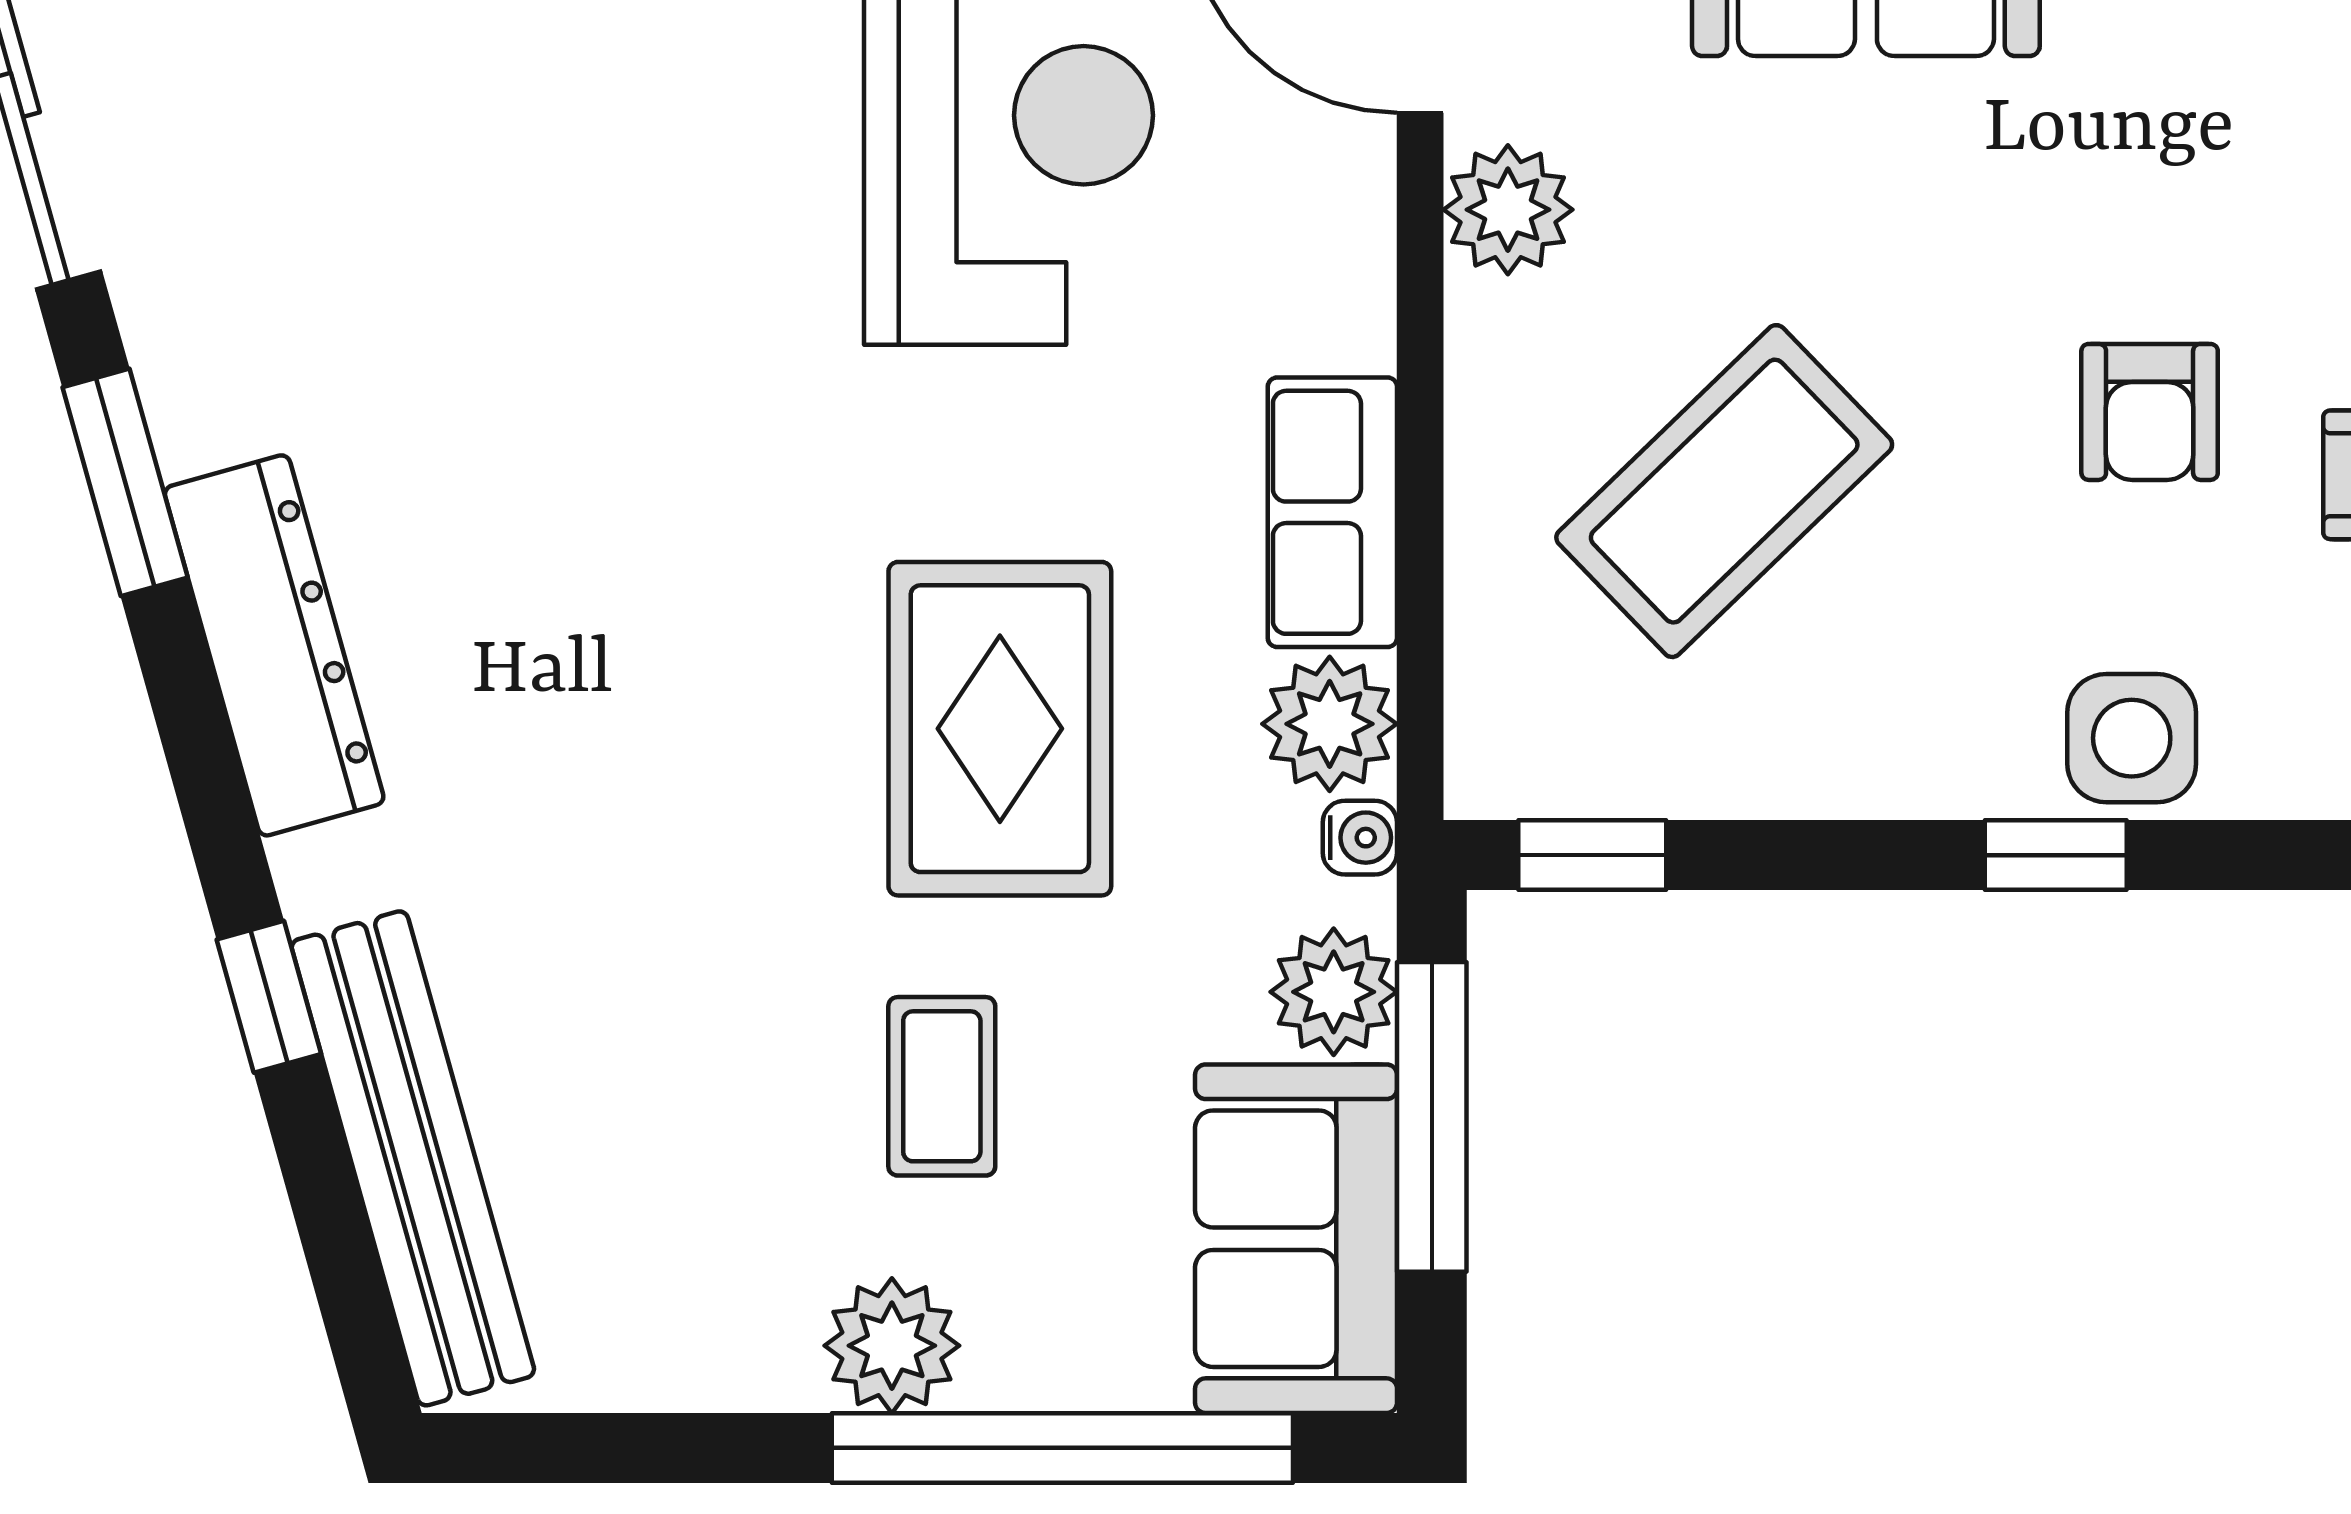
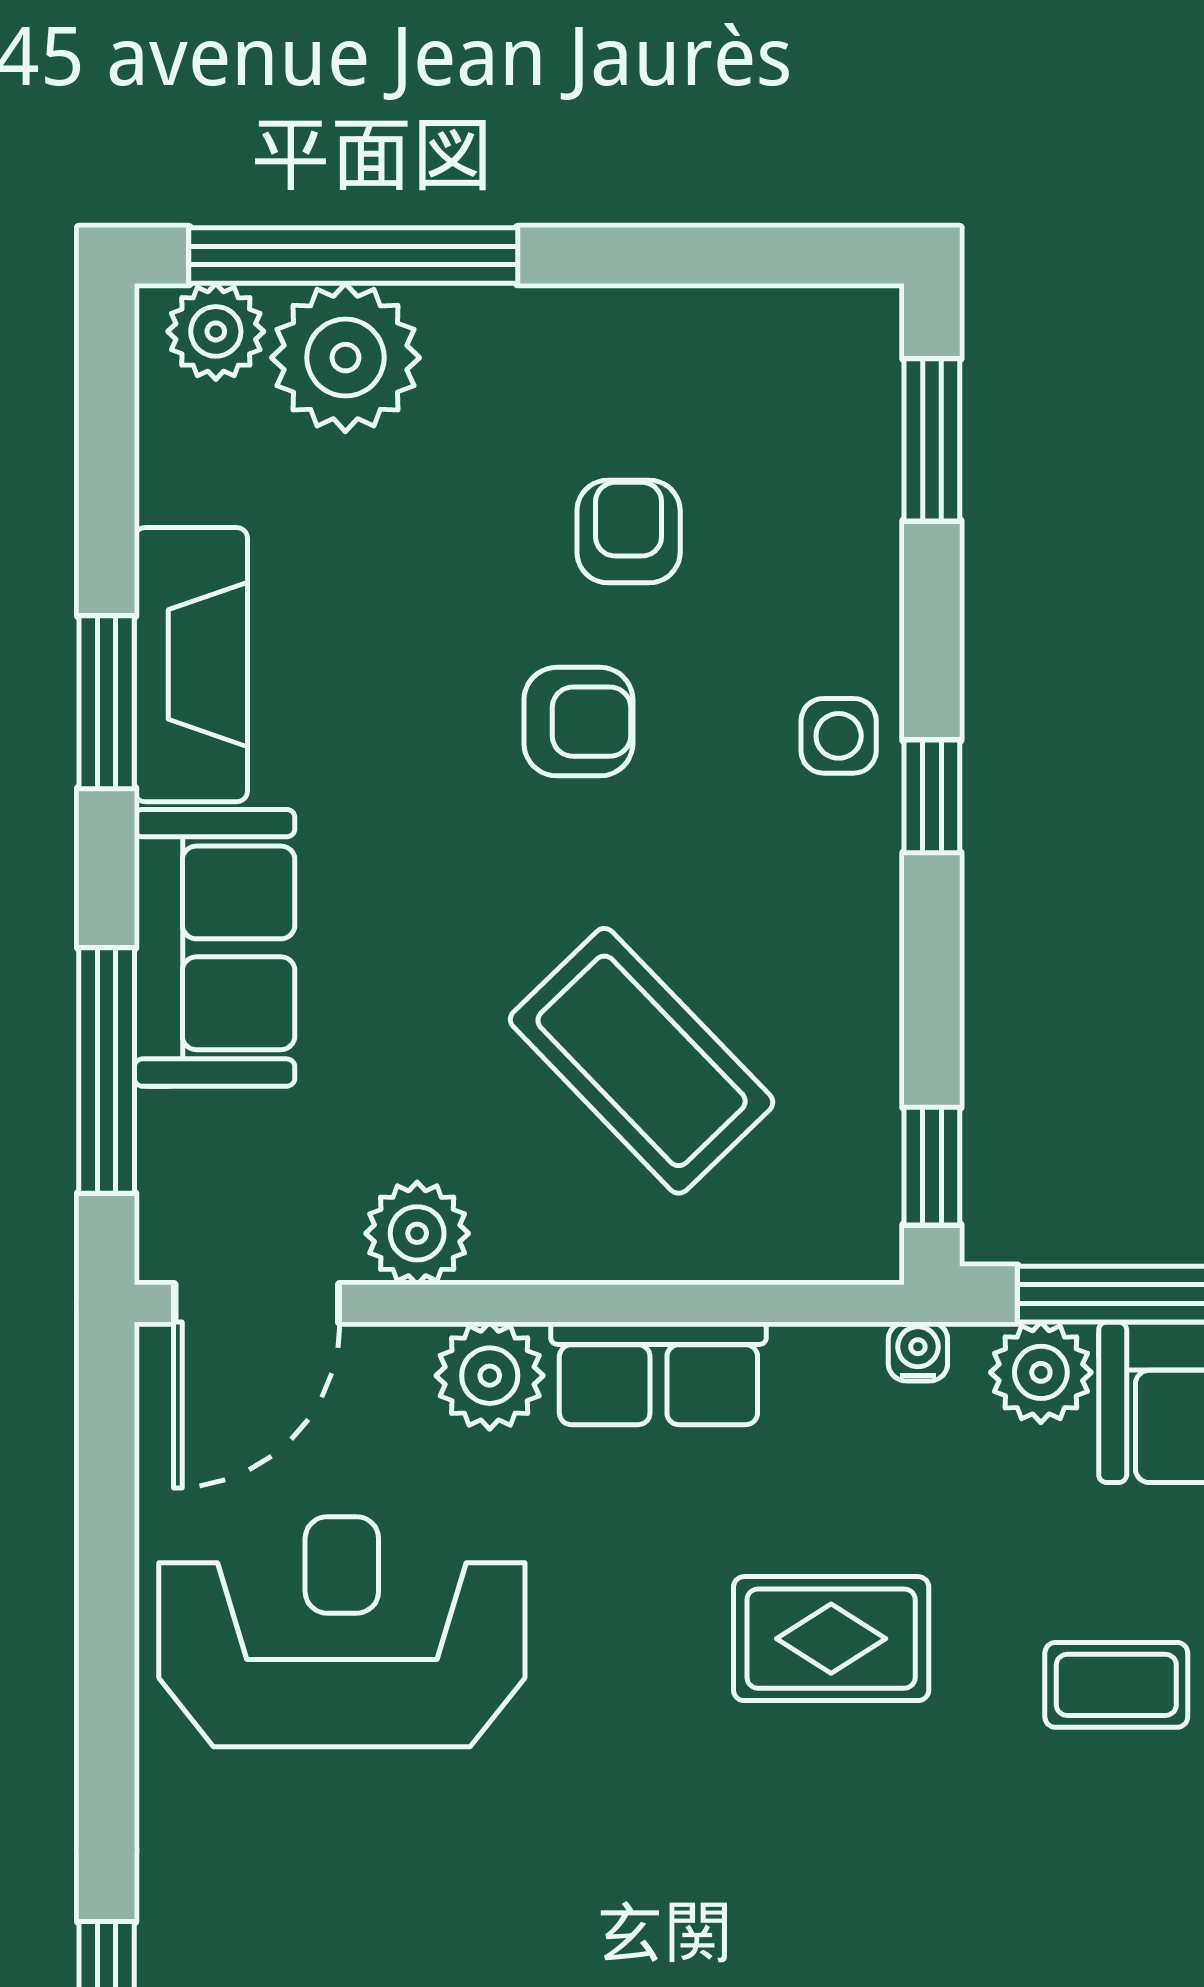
plant: (1330, 724) -> (490, 1376), moved
rug: (1000, 729) -> (831, 1639), width x0.73, depth x0.70
side table: (2132, 738) -> (839, 736), width x0.73, depth x0.73

